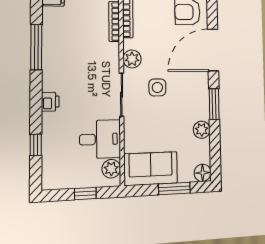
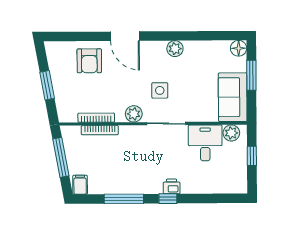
door: (213, 50) -> (125, 36), width x0.73
window: (214, 104) -> (176, 36), removed
plant: (202, 130) -> (175, 49), moved
window: (36, 145) -> (168, 199), moved

